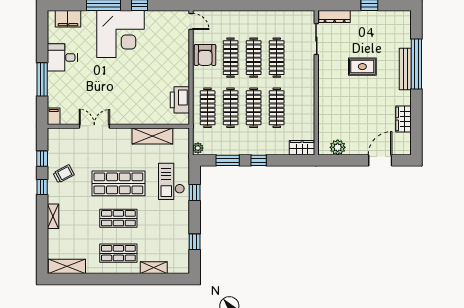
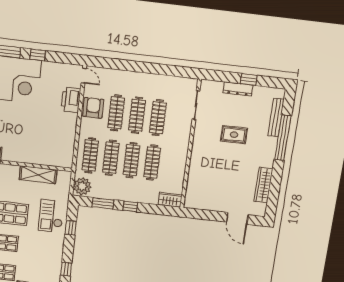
dresser: (335, 17) -> (238, 89), moved
armchair: (205, 55) -> (93, 108), turned 180
bench: (405, 69) -> (276, 118), moved
printer: (180, 100) -> (71, 100), moved
wardrobe: (403, 119) -> (263, 185), width x1.50
plant: (338, 147) -> (202, 203), removed
plant: (198, 148) -> (82, 186), width x1.87, depth x1.87
door: (380, 160) -> (237, 218), swing flipped

